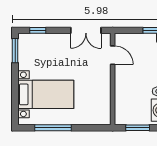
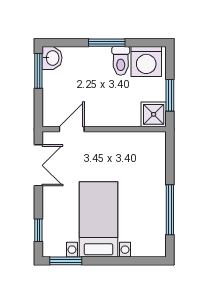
bed with nightstands: (46, 94) -> (98, 219), moved
shower: (124, 116) -> (154, 114), added

